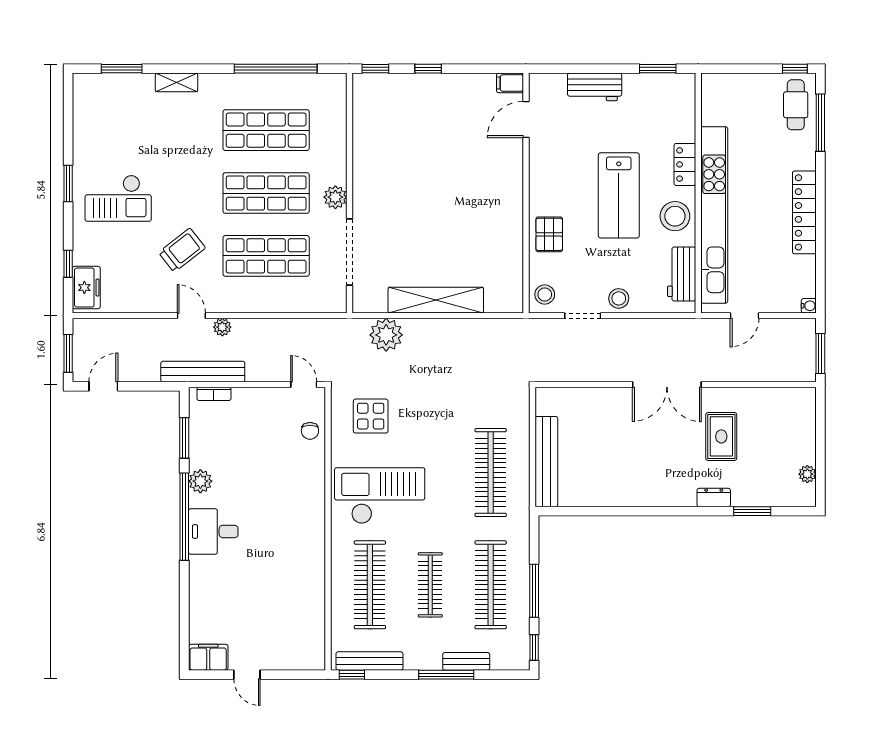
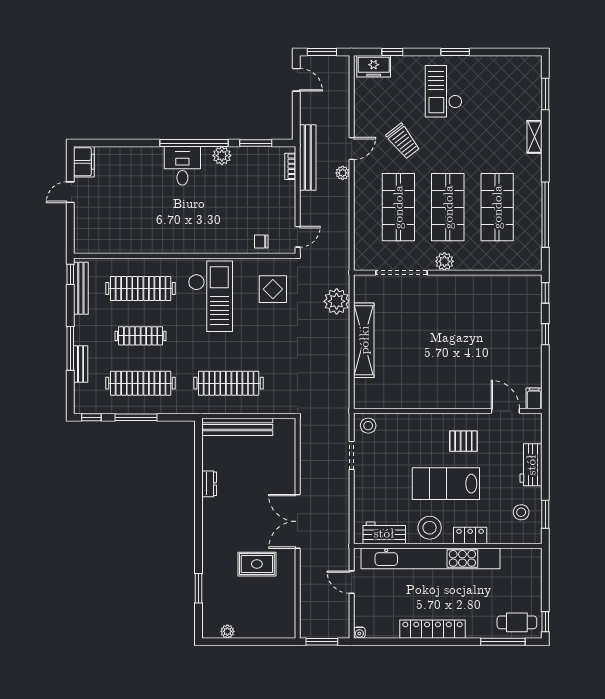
pallet: (549, 234) -> (463, 441), moved
stool: (619, 298) -> (521, 512), moved
dresser: (714, 497) -> (209, 484), moved

